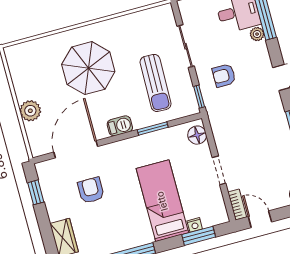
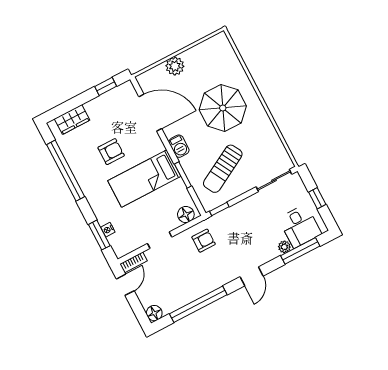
sliding door: (186, 46) -> (274, 180), moved
armchair: (224, 75) -> (204, 241), moved, turned 90
sun lounger: (156, 83) -> (223, 169), turned -30
armchair: (91, 190) -> (111, 152), moved
bed: (162, 201) -> (144, 178), moved, turned 180

